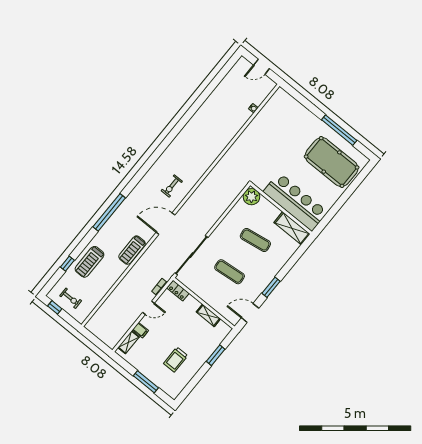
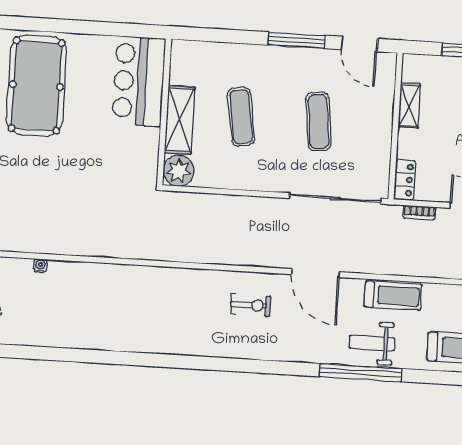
bar counter: (295, 202) -> (139, 81), width x0.73
weight bench: (118, 226) -> (372, 343), added
shelving: (292, 228) -> (180, 120), moved
window: (271, 287) -> (296, 40), width x1.44

